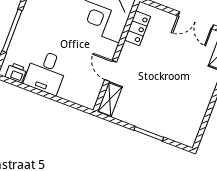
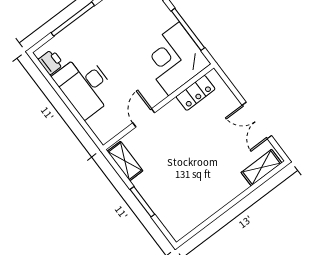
desk: (46, 72) -> (85, 86), width x1.37
shelving: (110, 99) -> (125, 161), moved, turned 90

